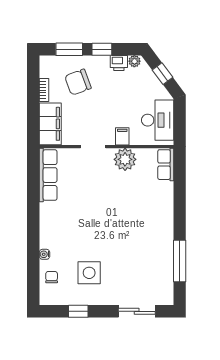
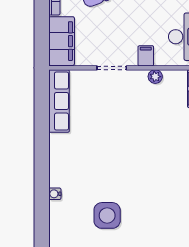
plant: (125, 159) -> (155, 77), width x0.53, depth x0.53
chair: (52, 277) -> (63, 221), removed

